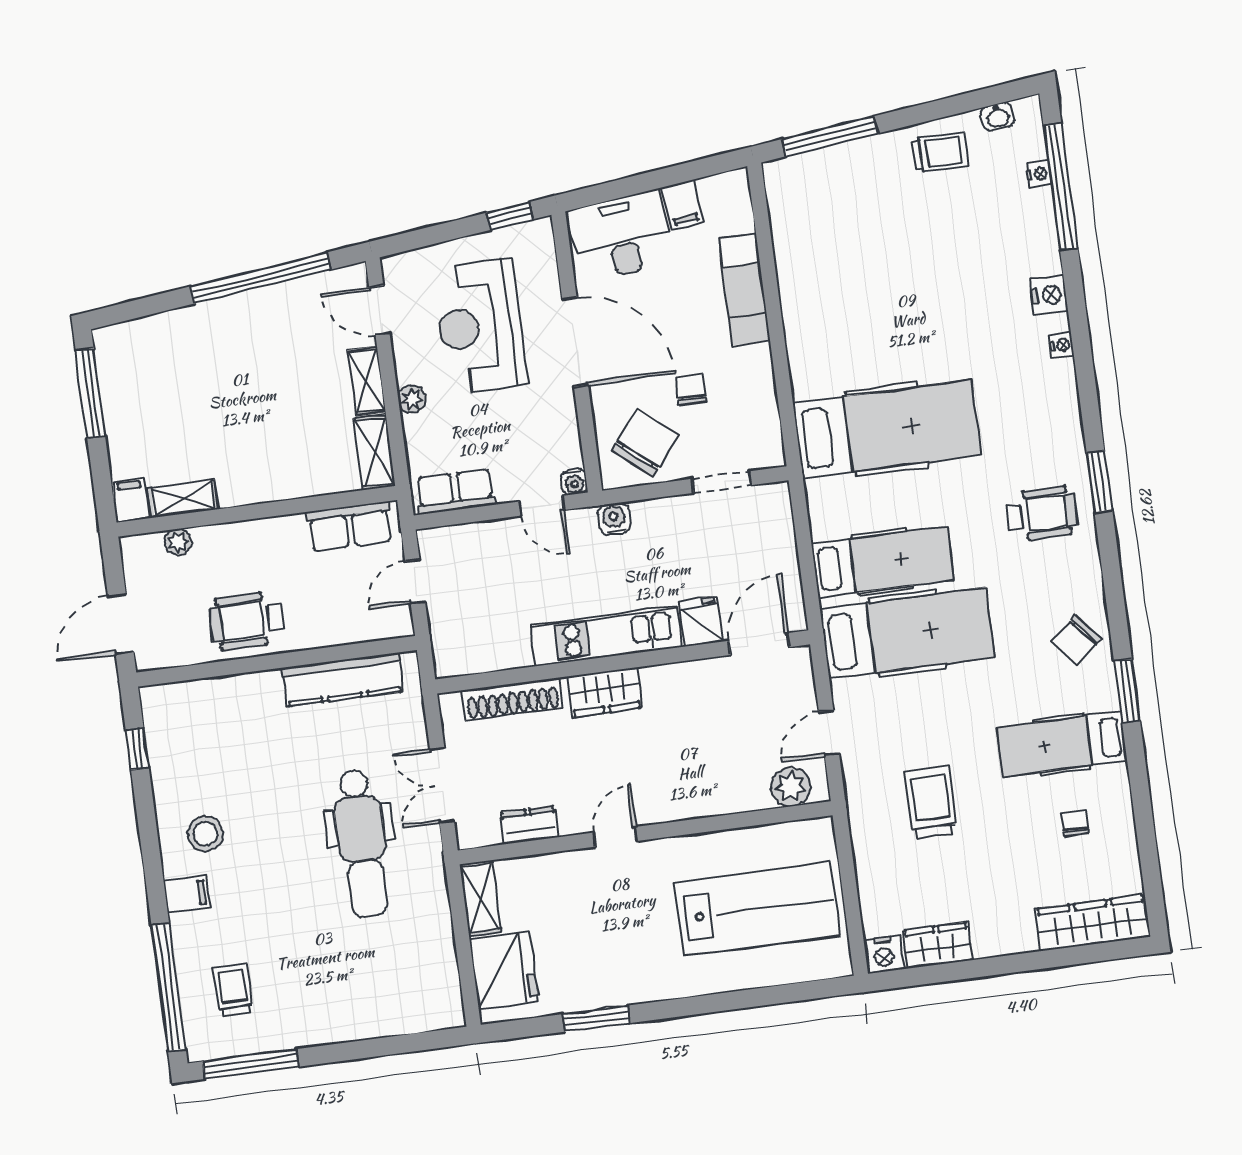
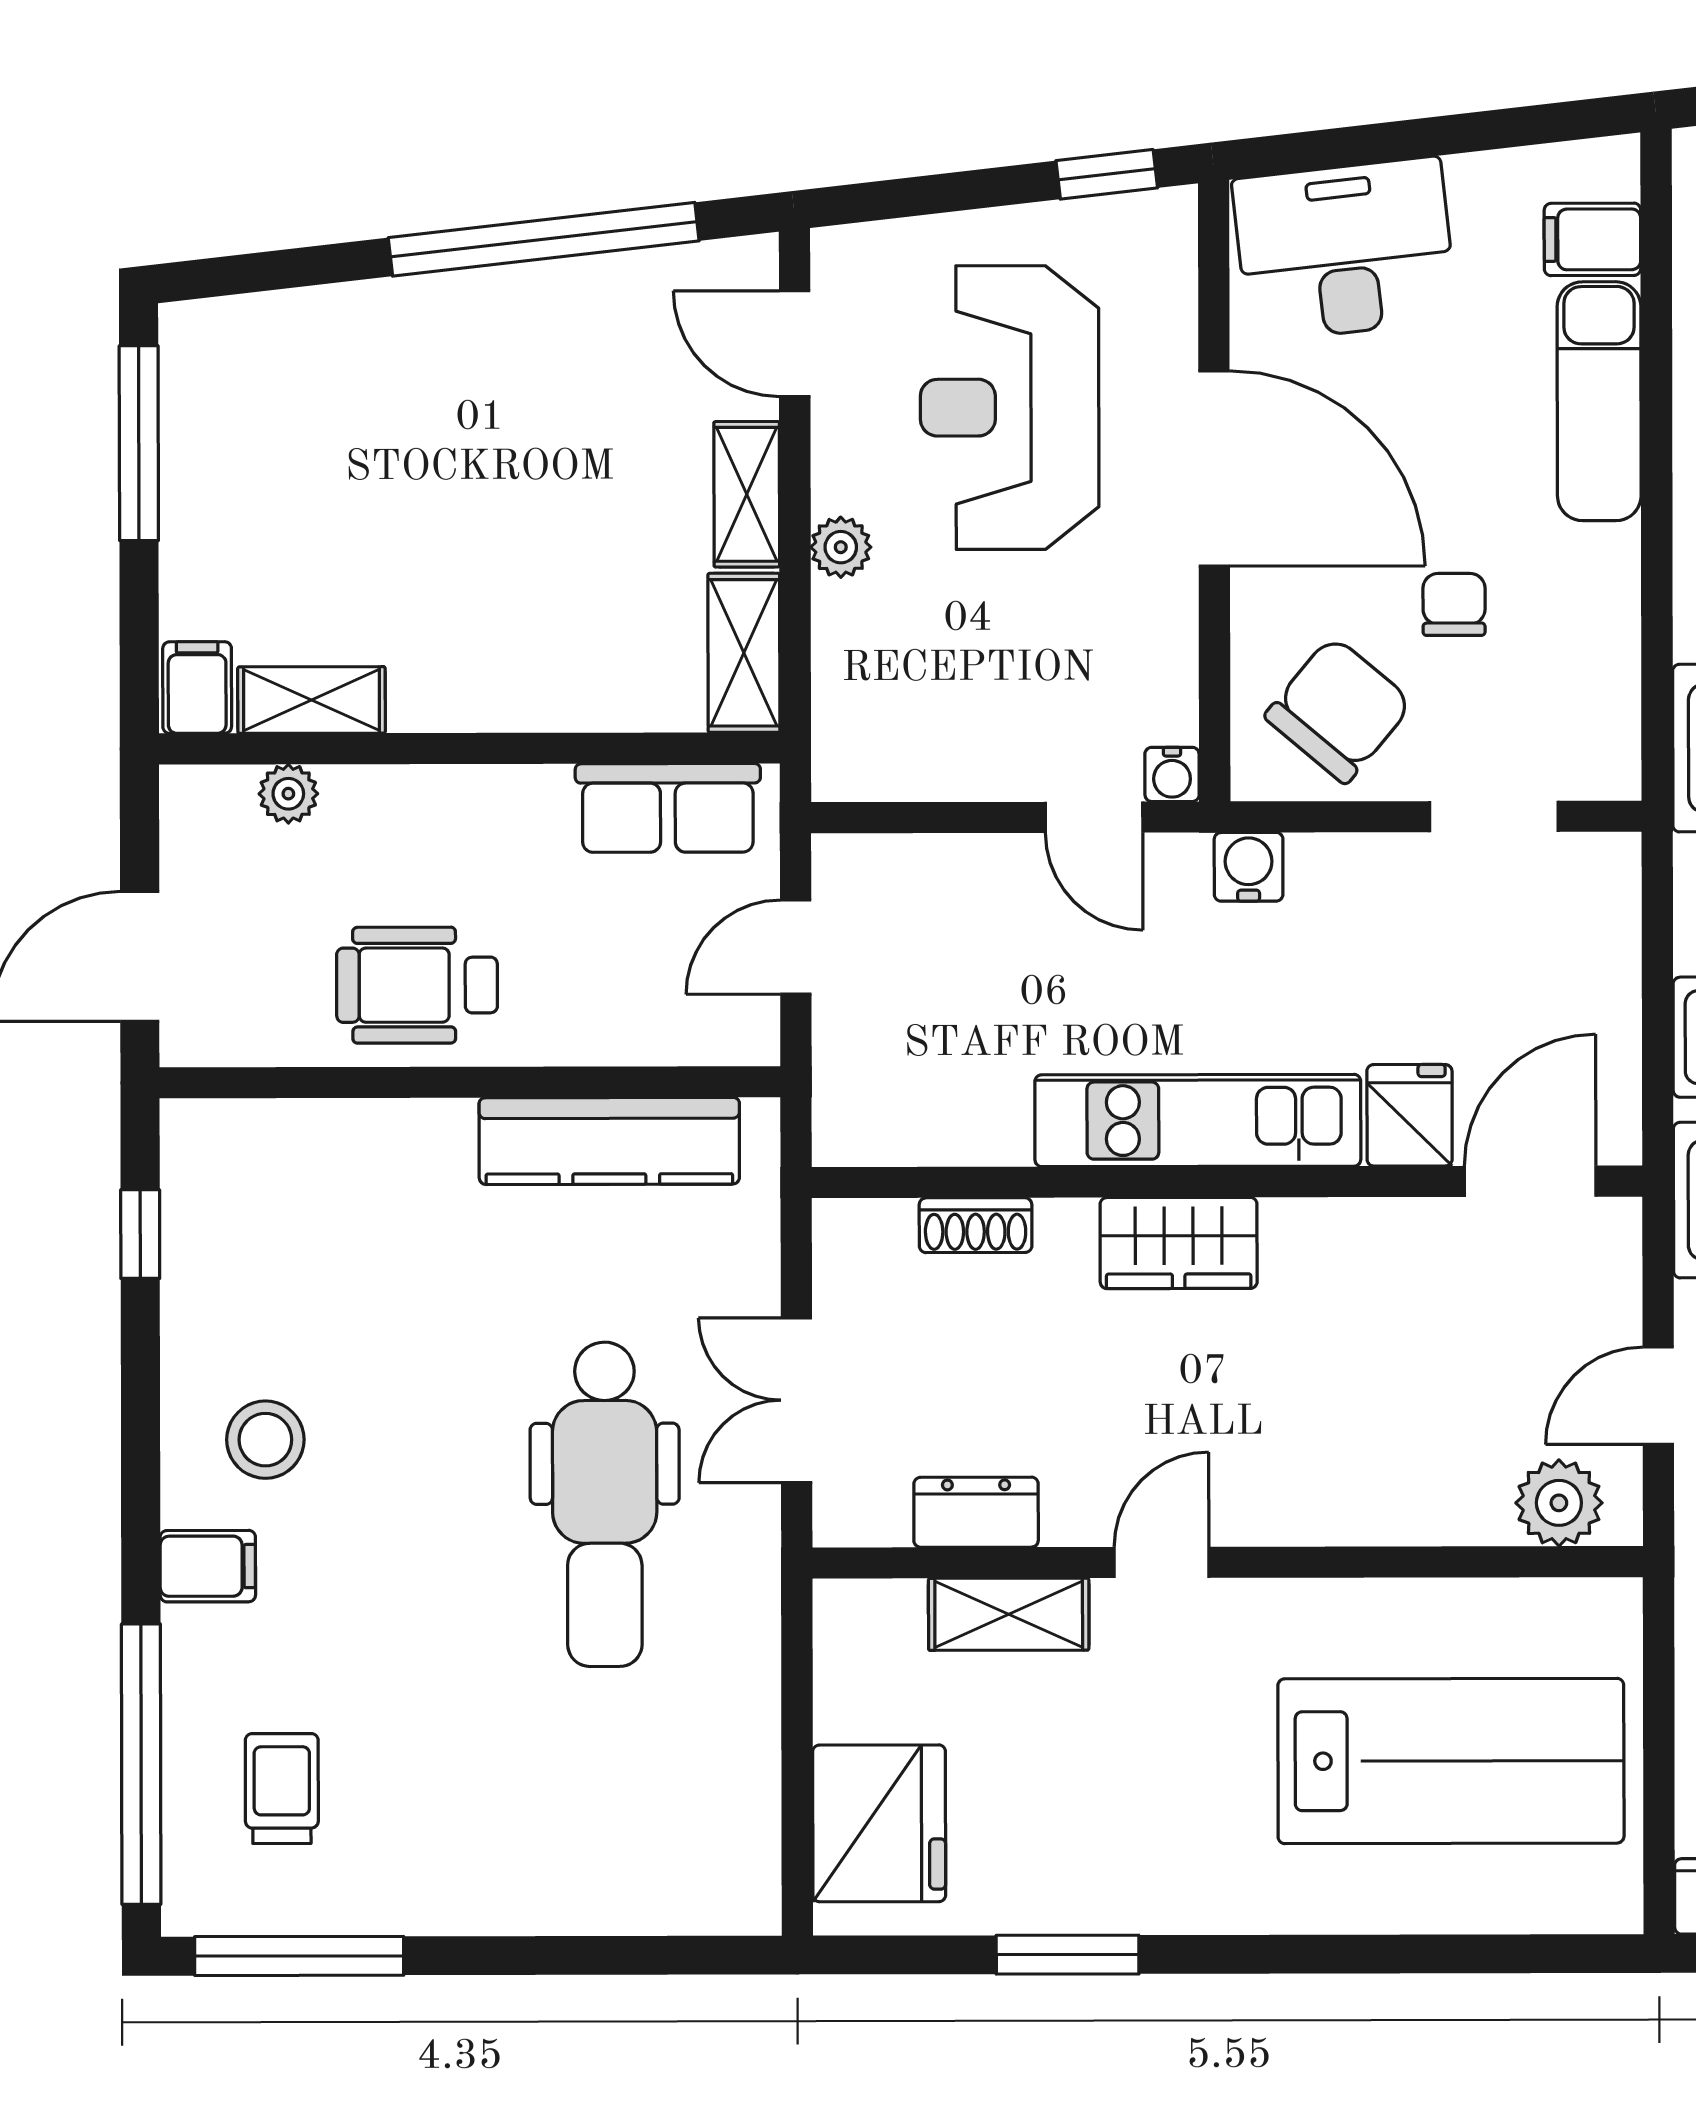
filing cabinet: (682, 205) -> (1592, 239), moved, turned 96
row of seats: (455, 491) -> (909, 762), removed
shoe rack: (513, 699) -> (976, 1225), width x0.51, depth x0.81
shelving: (480, 898) -> (1009, 1614), moved, turned 90

